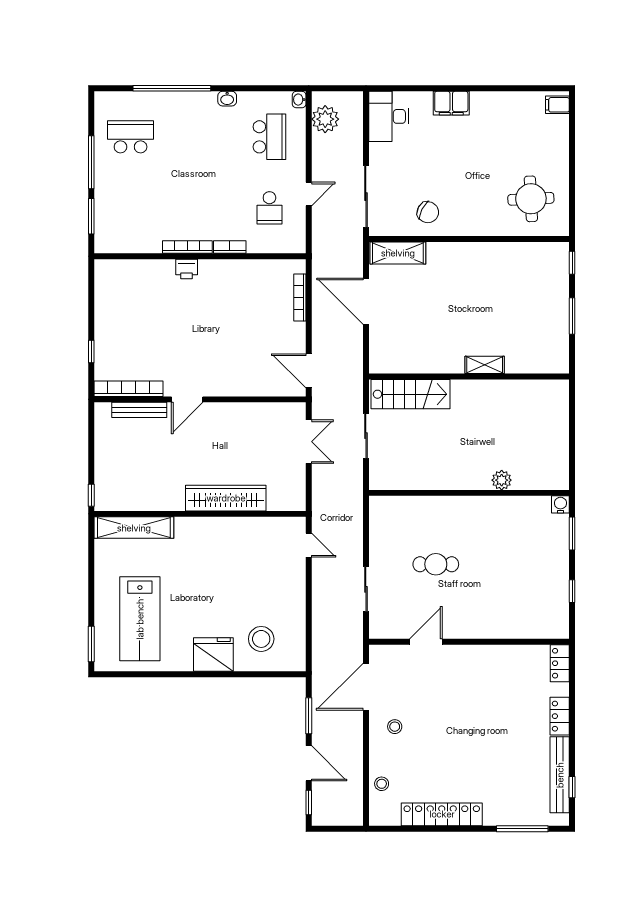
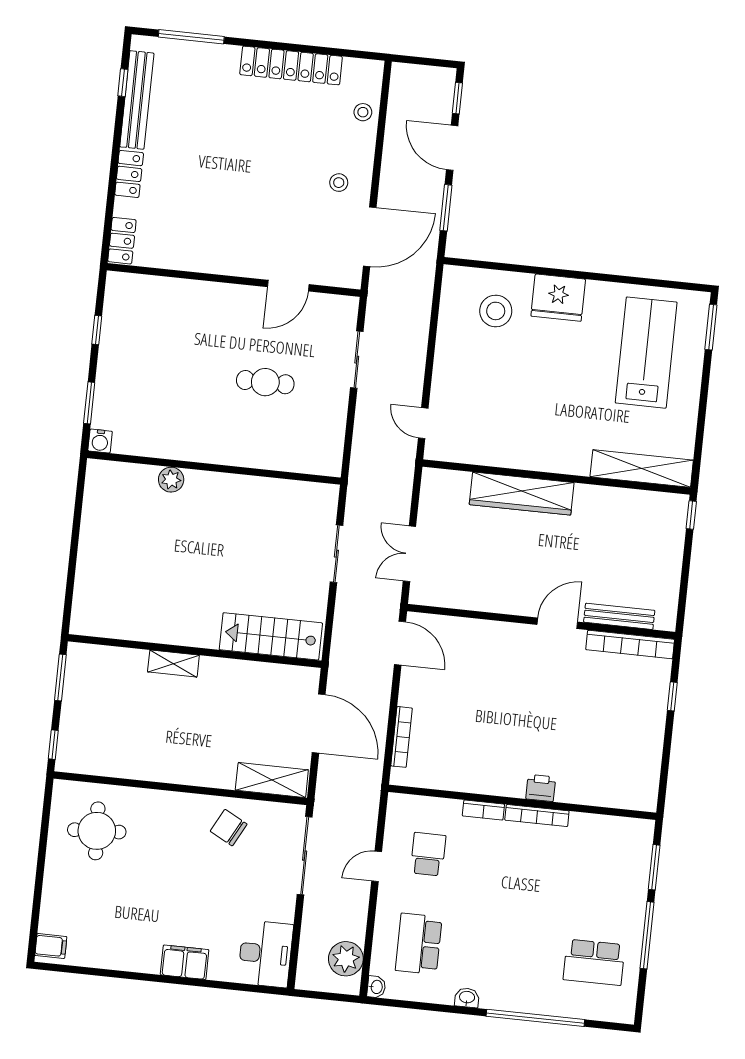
shelving: (485, 365) -> (173, 664), moved
wall: (469, 376) -> (195, 651), moved
stairs: (410, 394) -> (271, 636), moved

